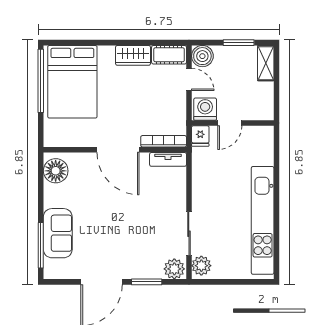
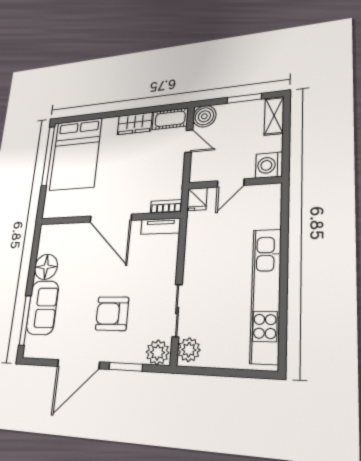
washing machine: (205, 109) -> (269, 165), moved, turned -90
bookcase: (164, 141) -> (166, 207), width x0.64
floor lamp: (56, 171) -> (46, 267), moved
armchair: (129, 238) -> (112, 314), added

